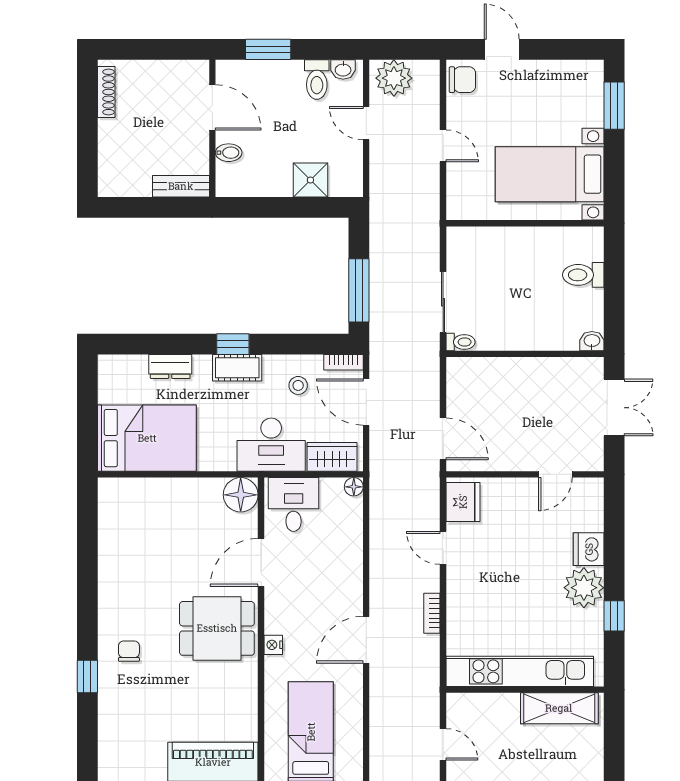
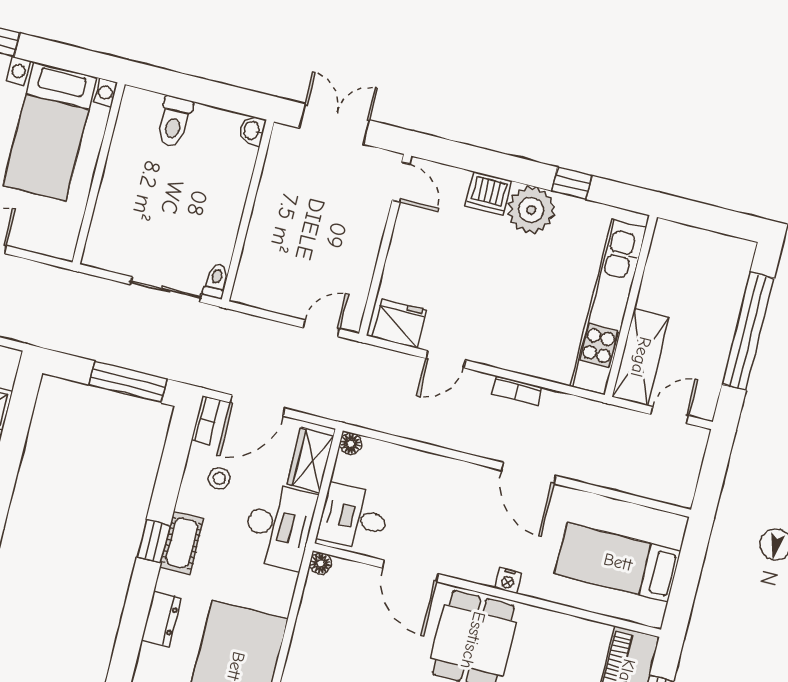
door: (443, 439) -> (321, 328), width x0.73
door: (555, 474) -> (401, 182), moved
floor lamp: (241, 495) -> (321, 563), width x0.53, depth x0.53
shelving: (559, 708) -> (641, 357), moved

